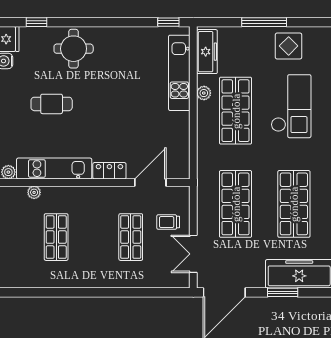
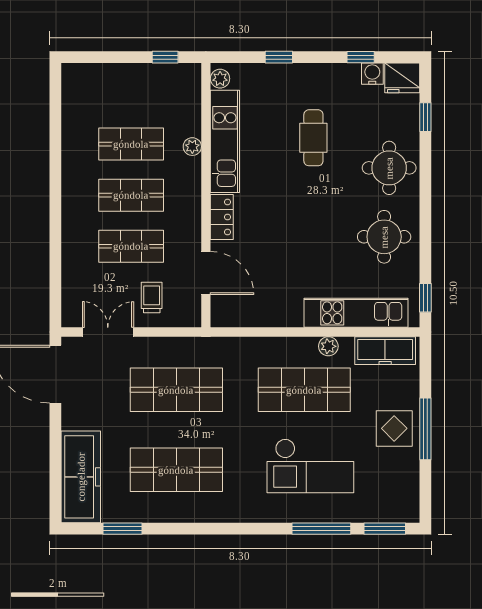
display table: (289, 46) -> (394, 428), moved
round table: (124, 52) -> (384, 237), added
plant: (34, 192) -> (192, 147), moved
shop shelf: (93, 237) -> (131, 195), added
window: (283, 292) -> (55, 454), removed

